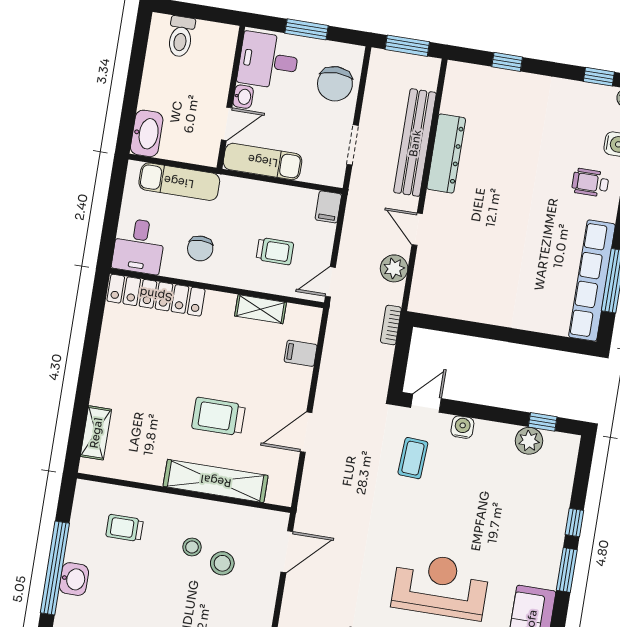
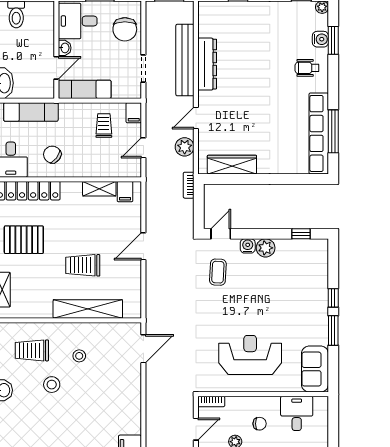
door: (417, 229) -> (196, 118), hinge flipped
chair: (200, 248) -> (52, 155), turned 127
trolley: (275, 251) -> (104, 126), moved, turned -90
door: (330, 282) -> (143, 148), moved
wardrobe: (459, 305) -> (232, 165), added
filing cabinet: (301, 353) -> (125, 192), moved, turned -90
pallet: (139, 365) -> (24, 240), added
door: (306, 432) -> (143, 246), moved
plant: (529, 441) -> (266, 248), moved
trolley: (125, 528) -> (32, 350), width x1.36, depth x1.39
stool: (222, 563) -> (52, 385), moved

